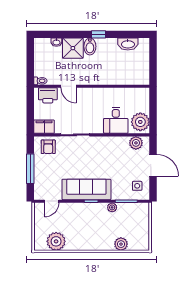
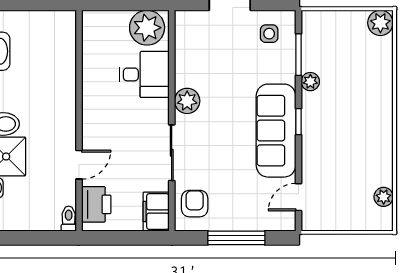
plant: (136, 143) -> (187, 101), moved
armchair: (48, 147) -> (195, 204), turned -90
door: (52, 201) -> (298, 197), swing flipped
plant: (56, 241) -> (384, 197), width x0.53, depth x0.53
plant: (121, 244) -> (380, 23), moved

